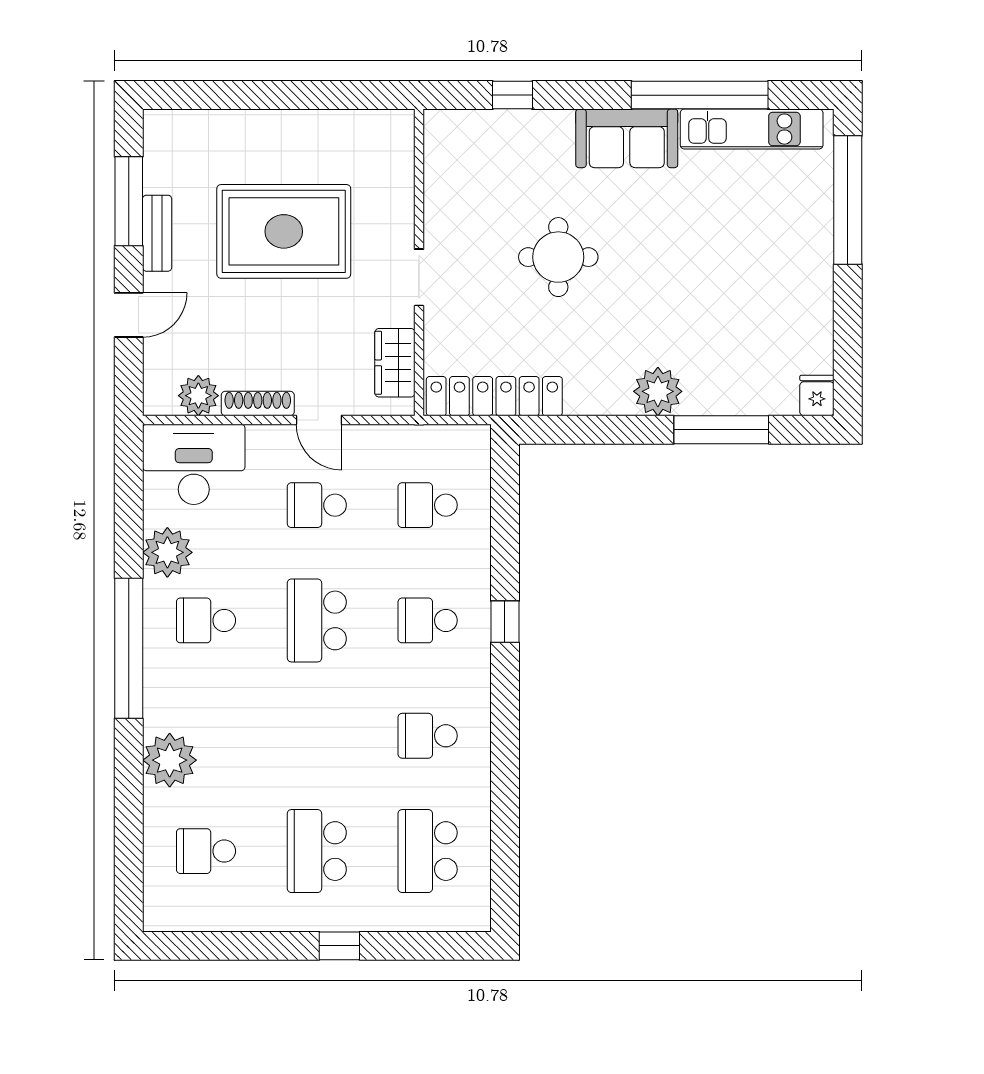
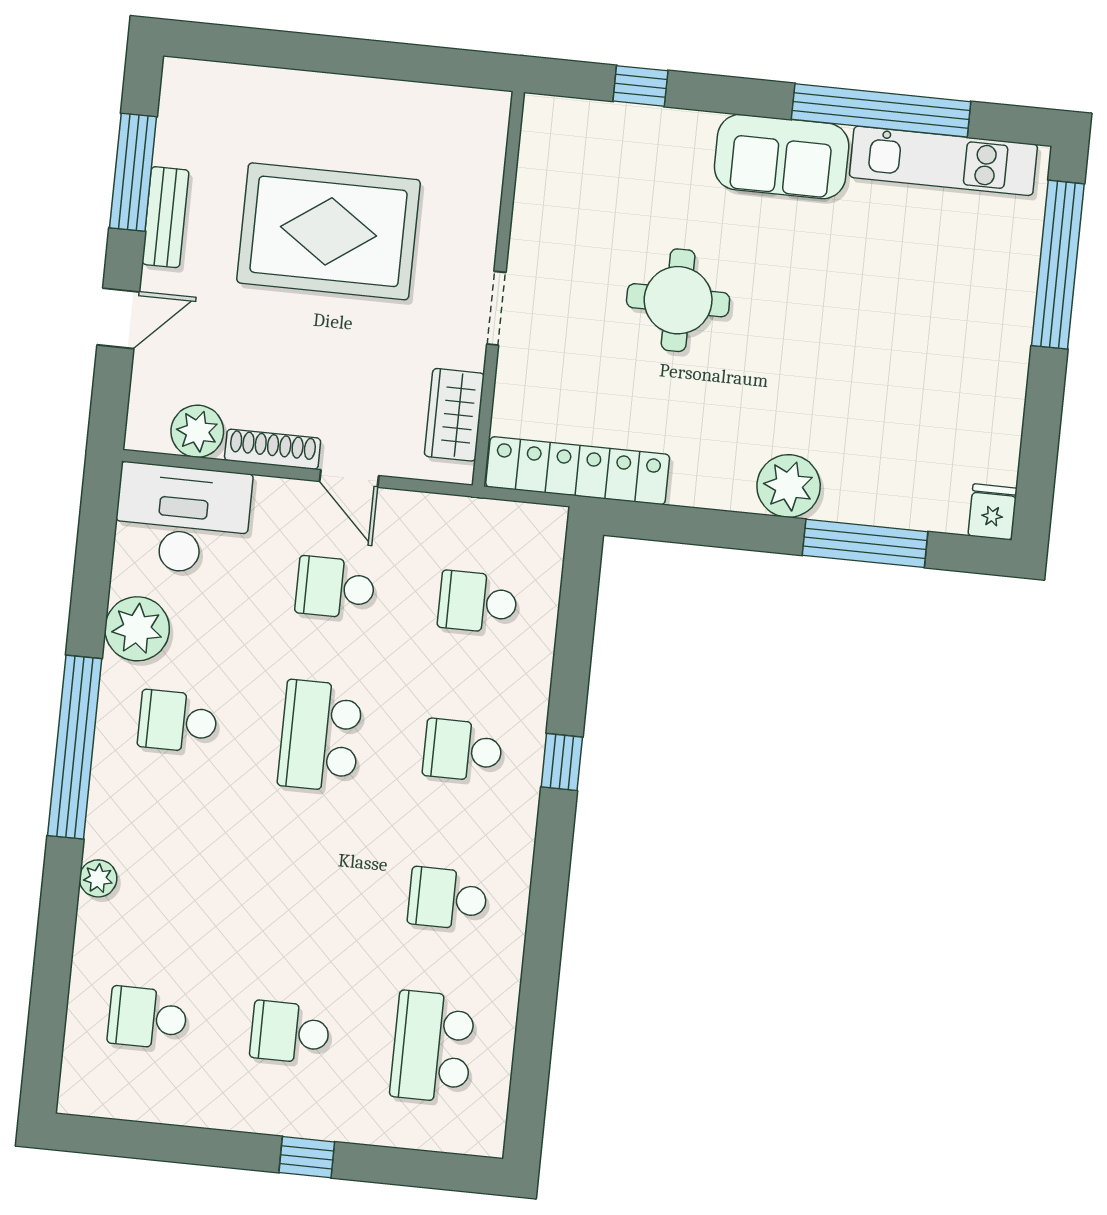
plant: (170, 760) -> (98, 878), width x0.53, depth x0.53
school desk: (317, 851) -> (290, 1032), width x0.54

